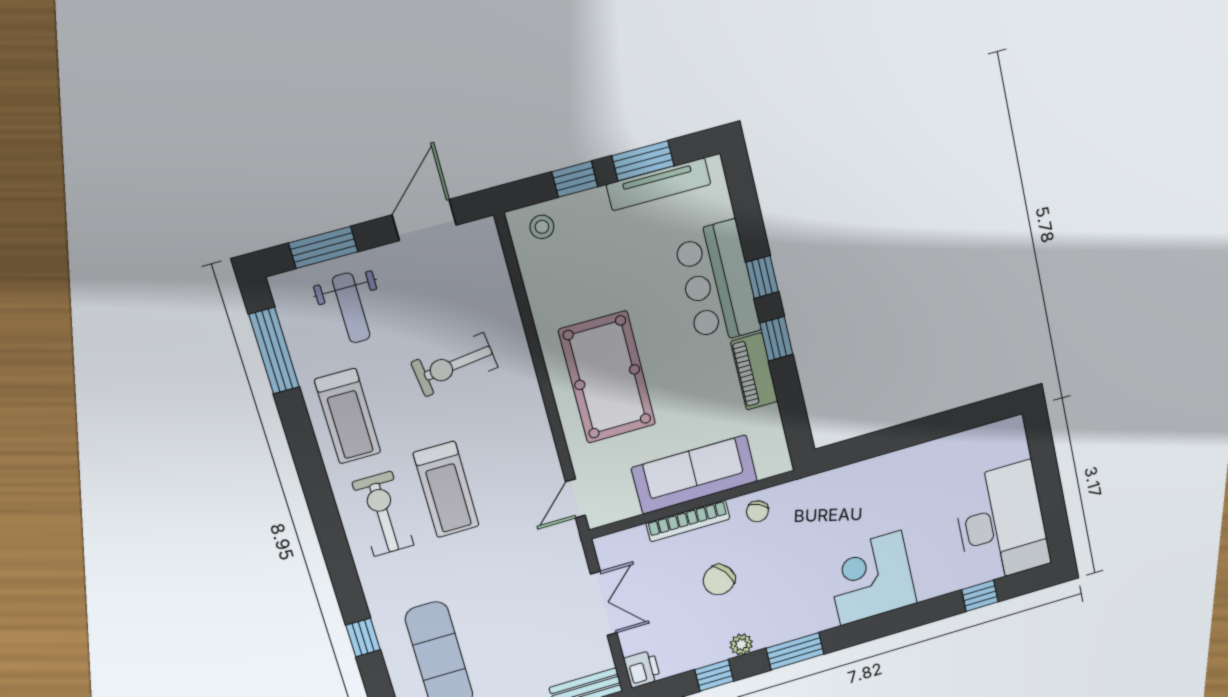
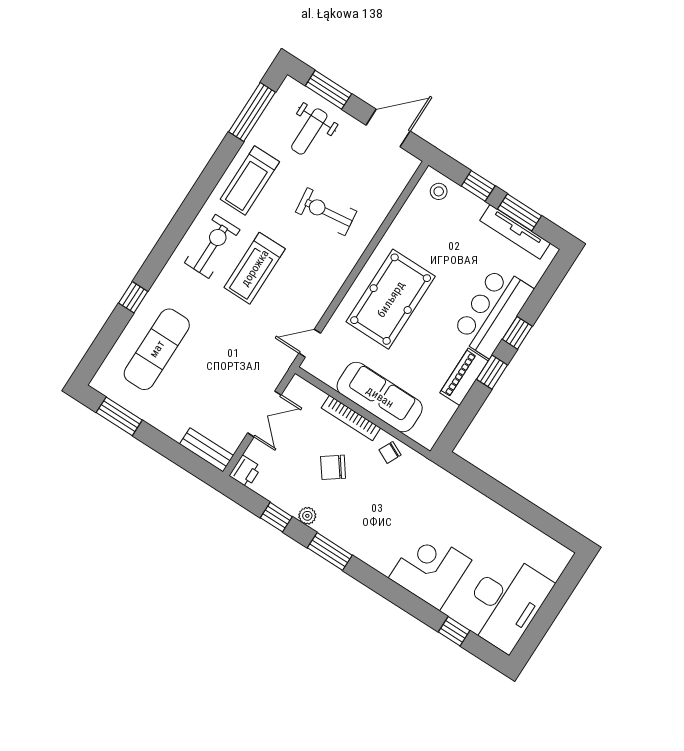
corner desk: (871, 578) -> (430, 569), moved

